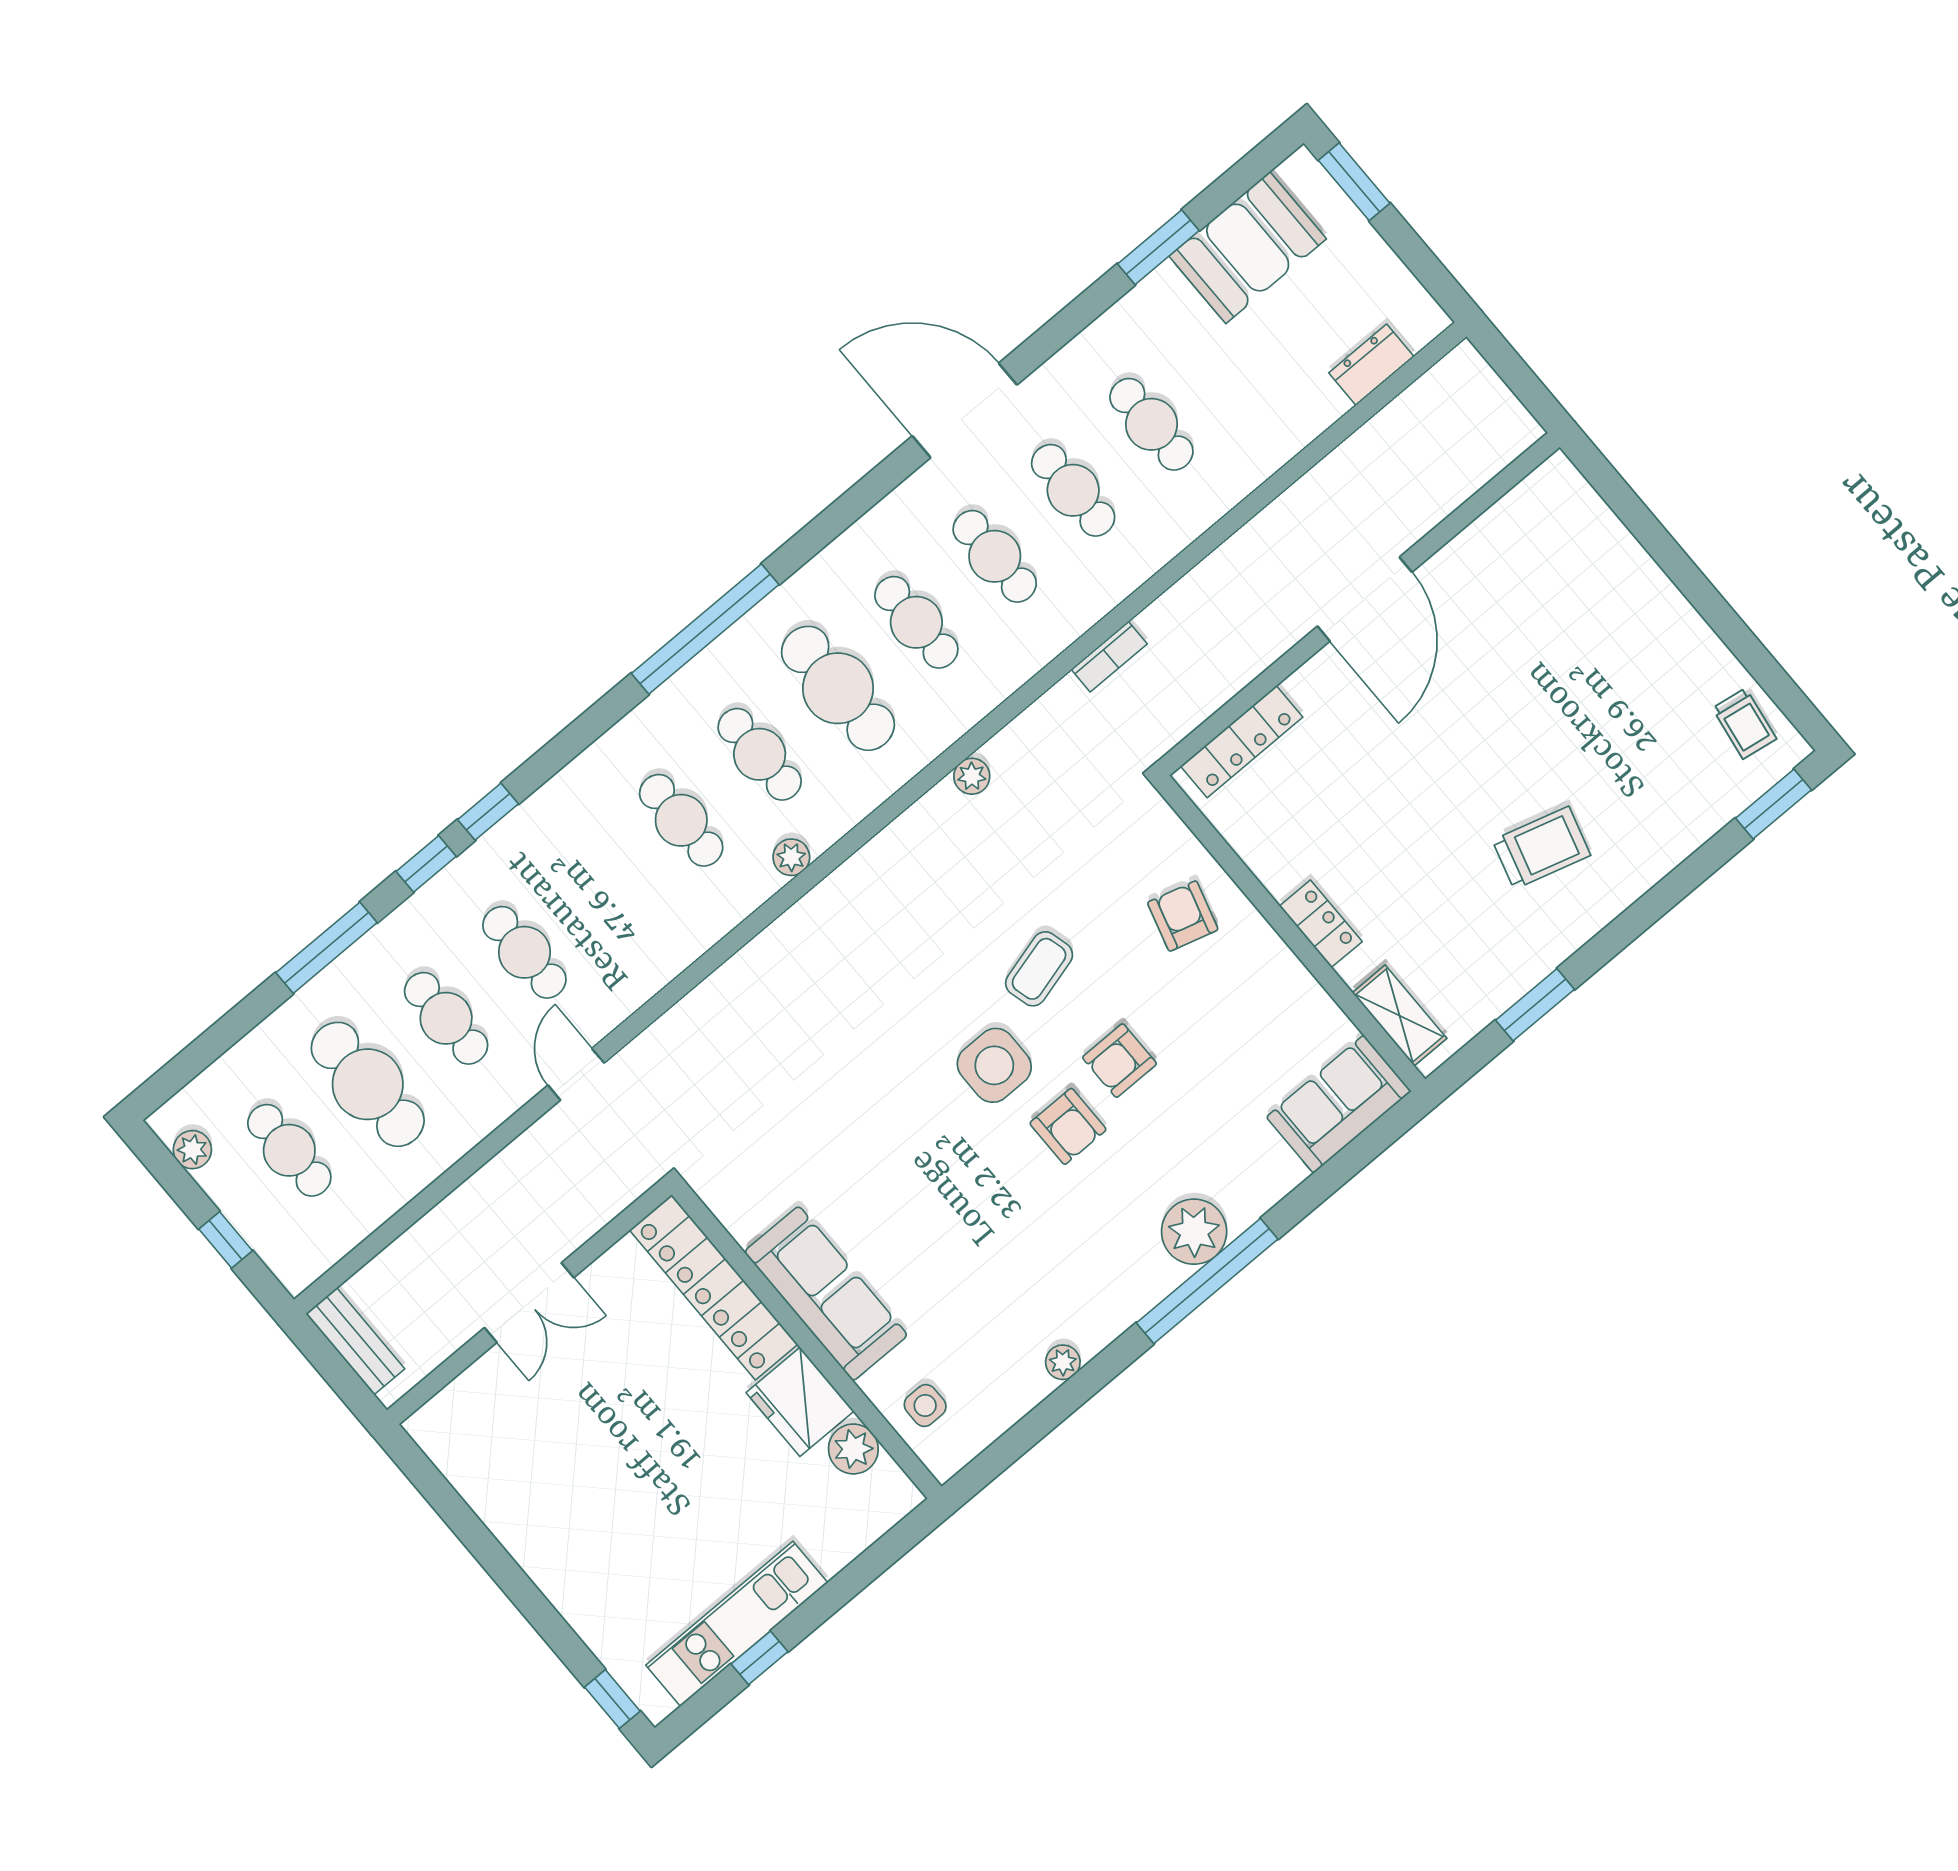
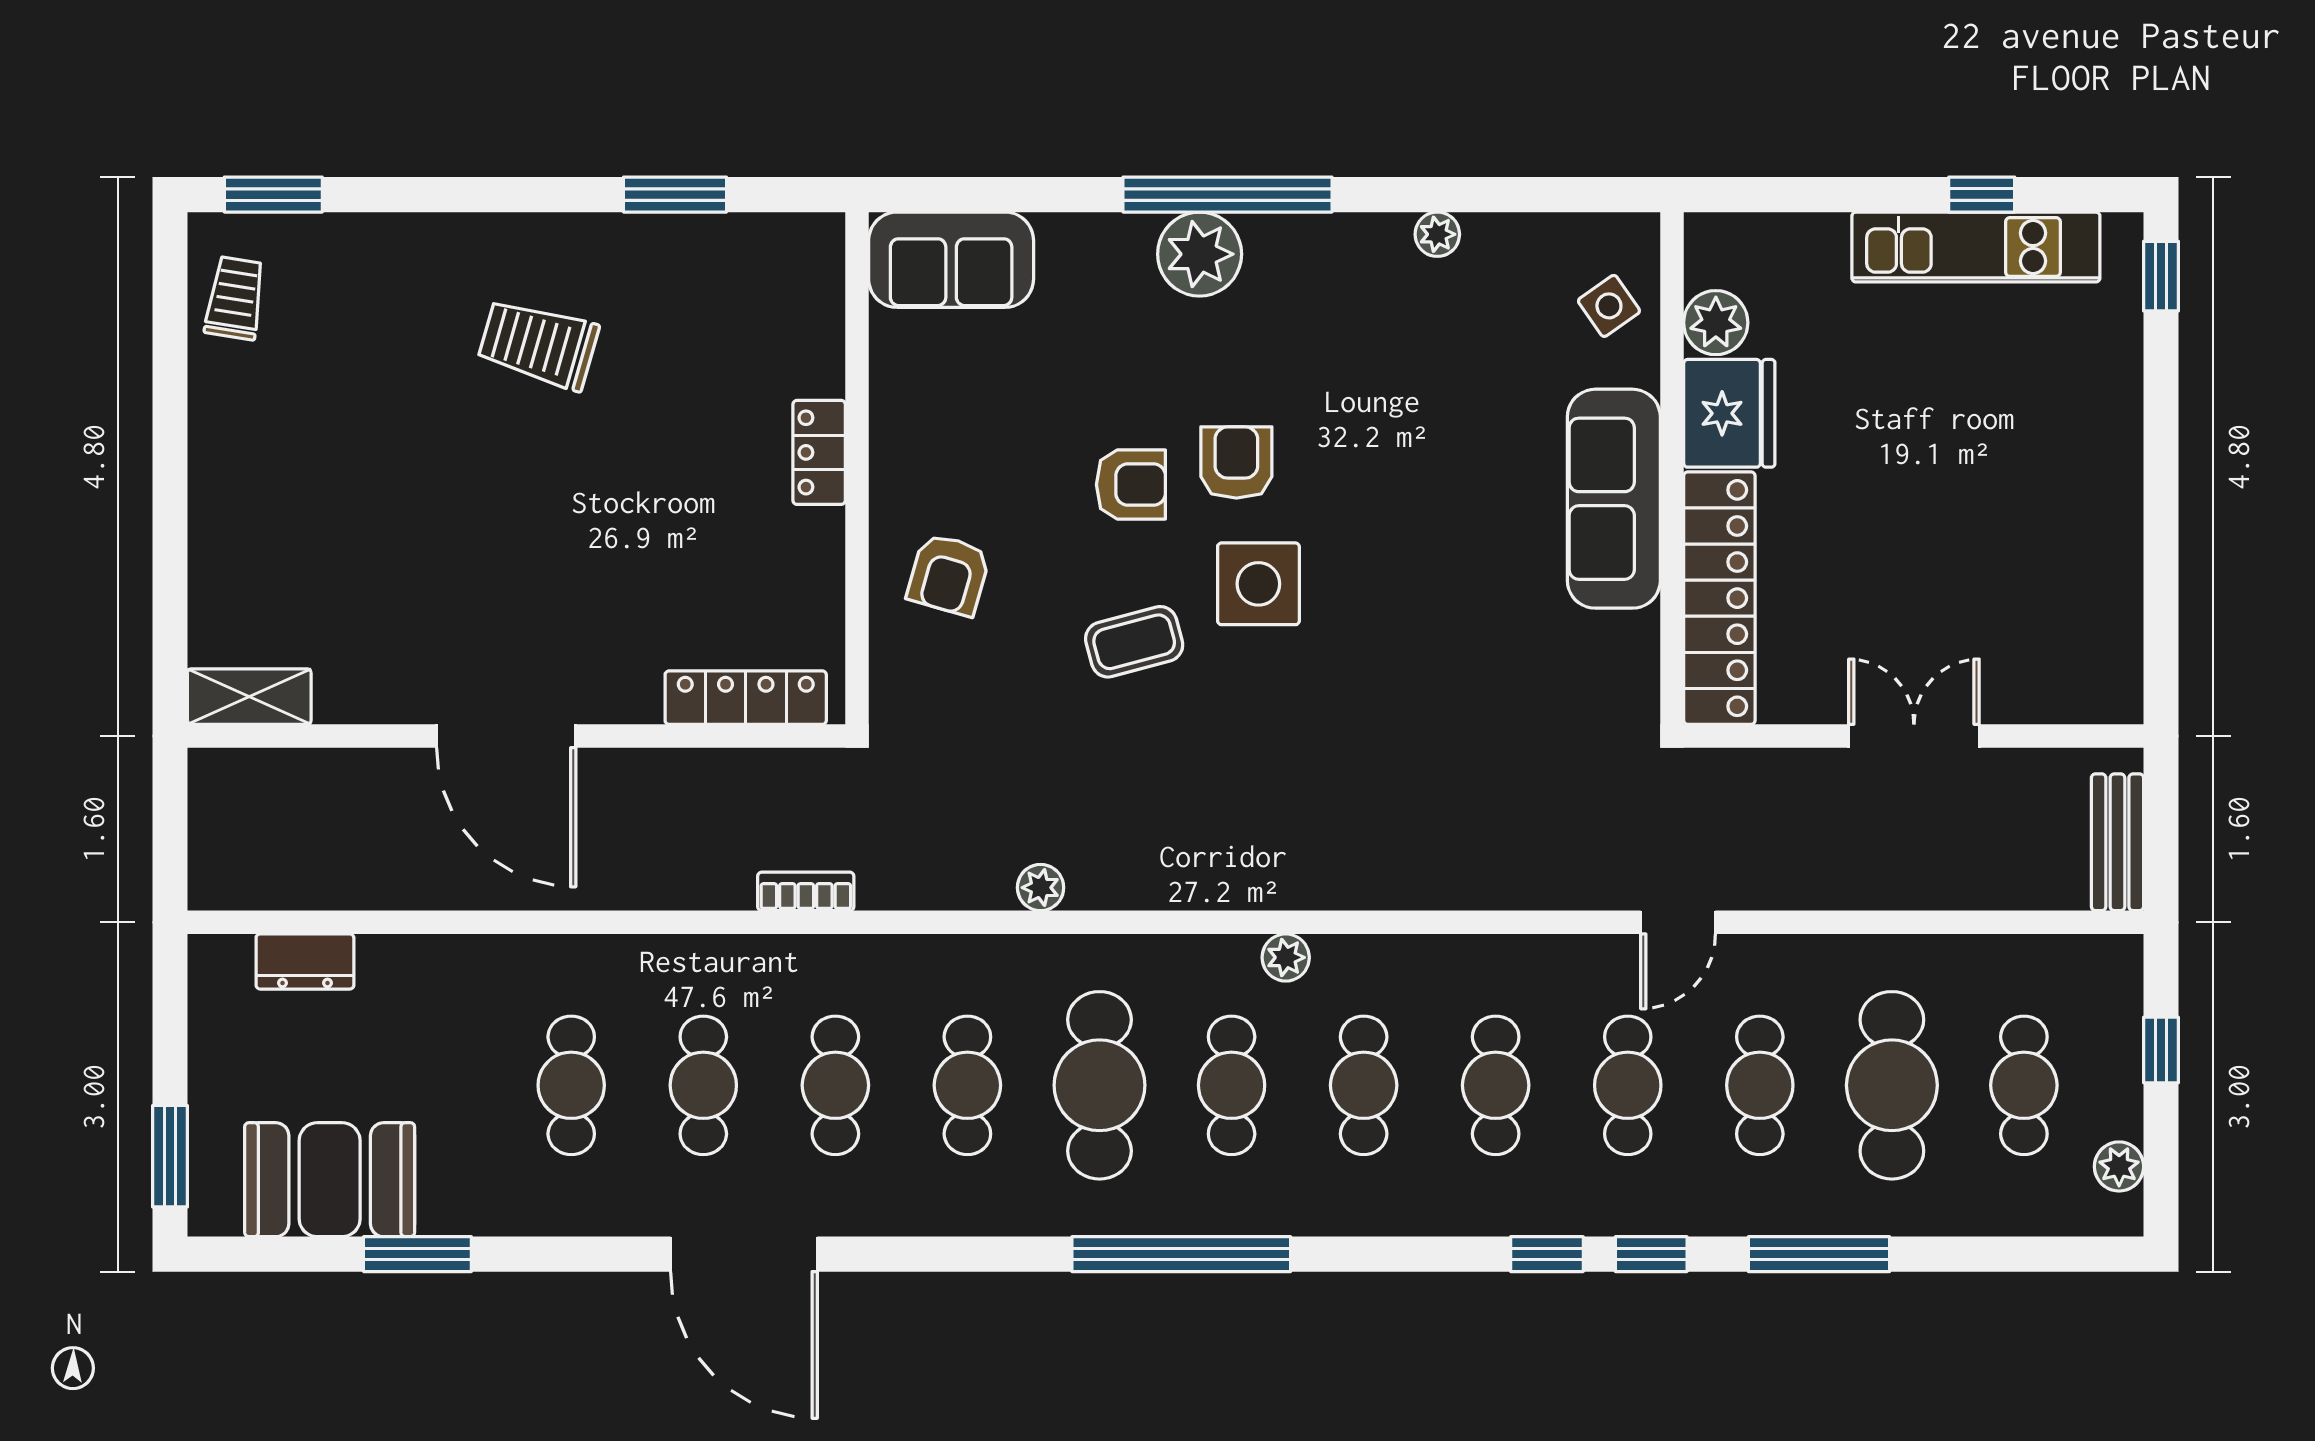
door: (1365, 599) -> (506, 736), swing flipped
cafe table: (603, 886) -> (1496, 1085), added
shelving: (1400, 1016) -> (249, 697), moved, turned 90
side table: (925, 1406) -> (1609, 306), turned -35

